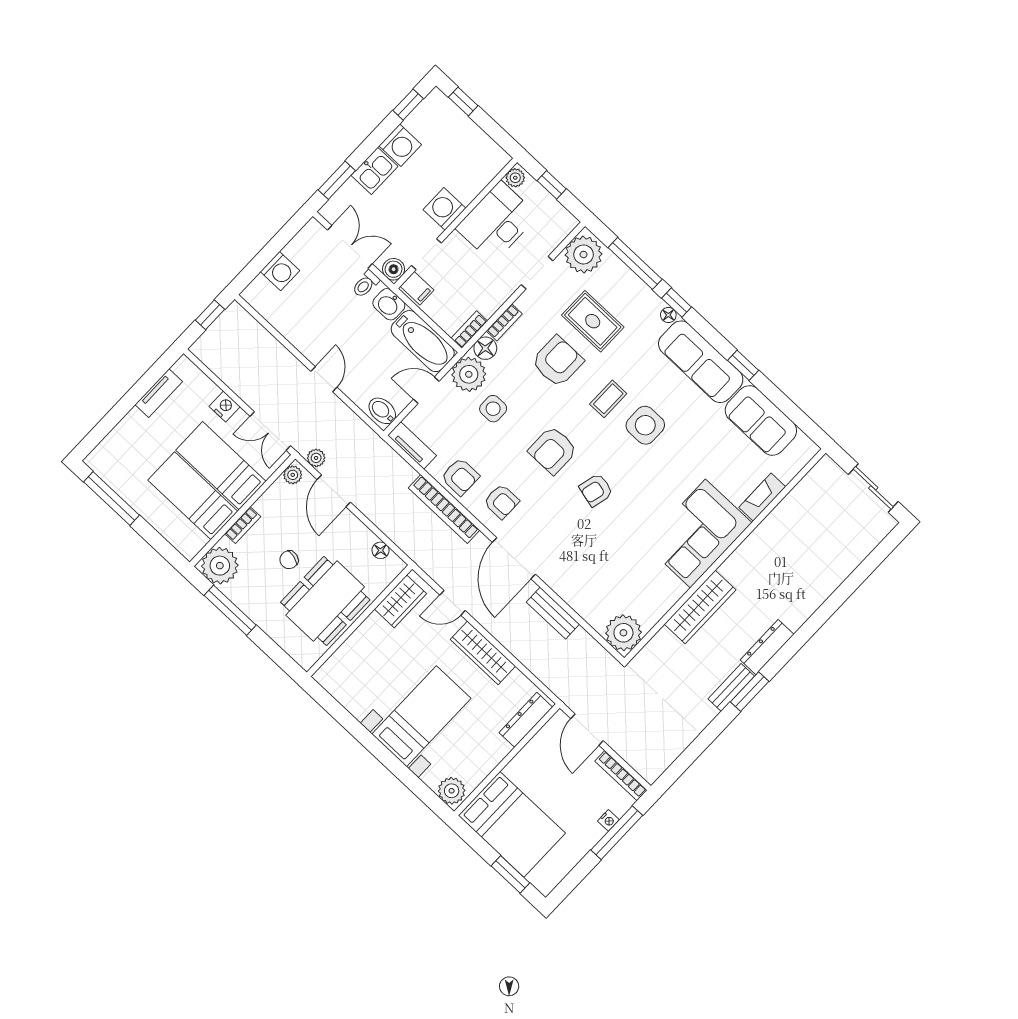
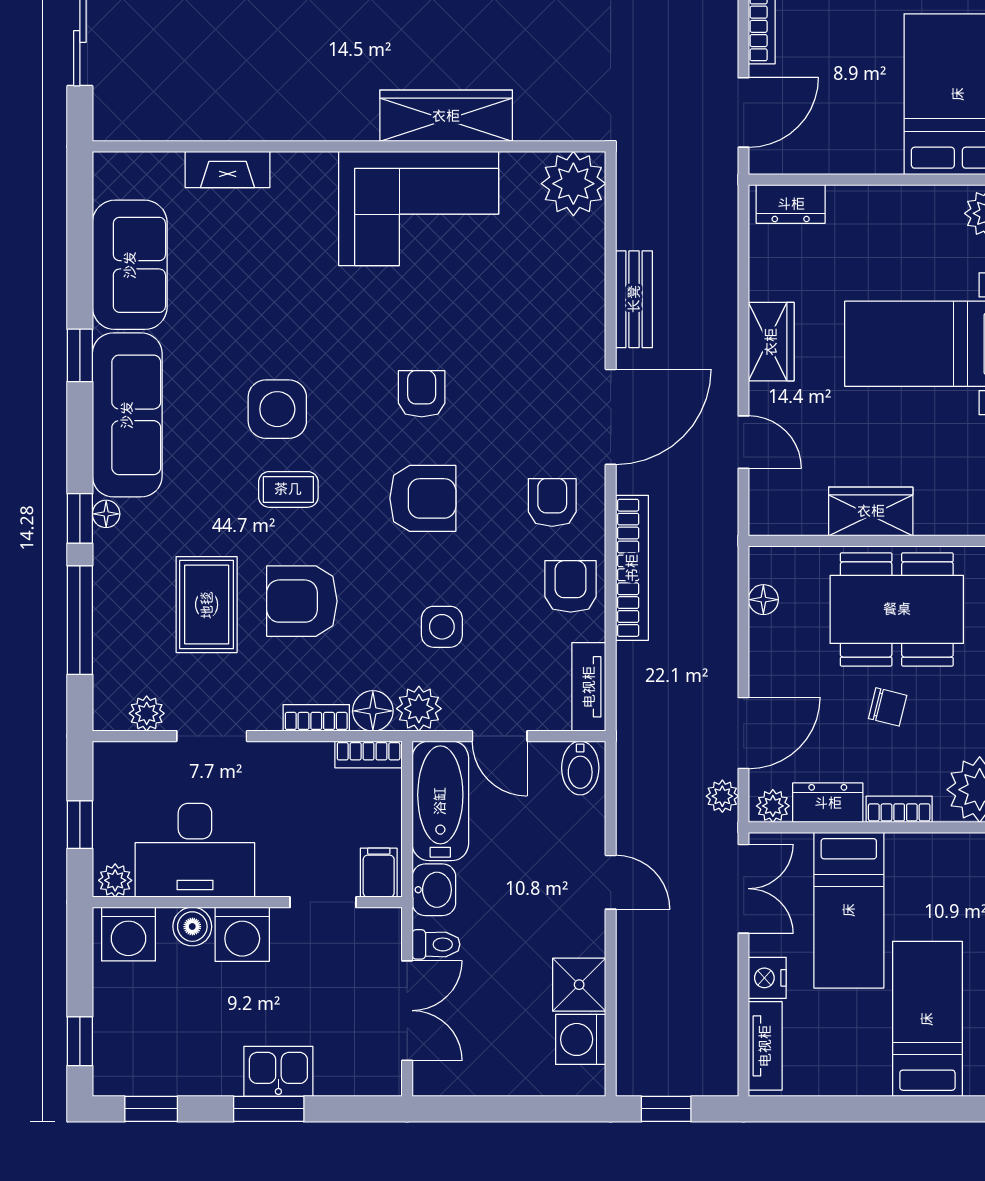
washing machine: (400, 145) -> (129, 934), moved, turned 180
window: (337, 180) -> (269, 1109), moved
double door: (350, 247) -> (407, 1011), swing flipped
plant: (584, 254) -> (147, 713), width x0.53, depth x0.53
boiler: (394, 269) -> (192, 927), moved
washing machine: (280, 271) -> (581, 1039), moved, turned -90
shower: (294, 327) -> (579, 985), added
plant: (469, 374) -> (419, 709), width x0.73, depth x0.73
door: (324, 379) -> (611, 882), swing flipped
tv unit: (159, 393) -> (765, 1046), moved, turned 90
armchair: (596, 490) -> (422, 394), turned -104
bed: (193, 496) -> (927, 1019), moved, turned 180
dresser: (273, 499) -> (828, 803), added
corner sofa: (698, 533) -> (419, 208), moved
wardrobe: (400, 601) -> (871, 511), moved
wardrobe: (483, 653) -> (771, 342), width x0.67
dresser: (526, 720) -> (791, 204), width x0.70

